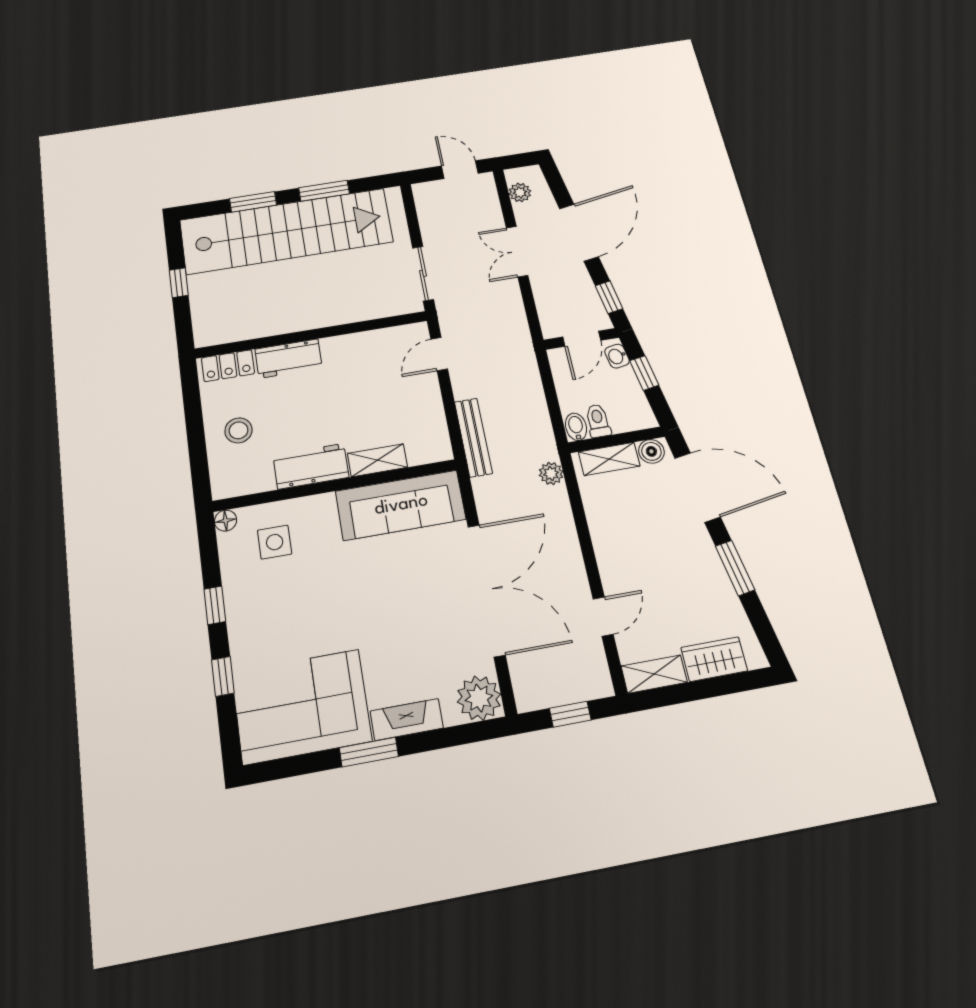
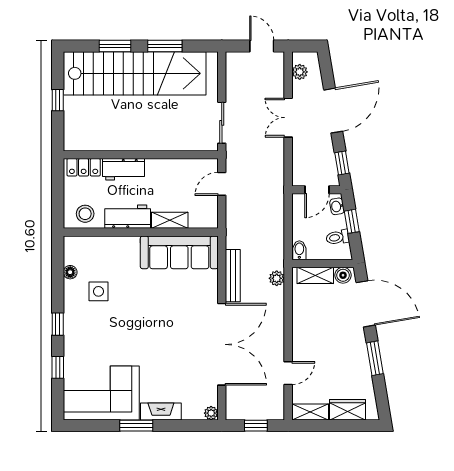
toilet: (598, 421) -> (338, 237), moved, turned -100
bench: (473, 437) -> (233, 276), moved
shelving: (377, 460) -> (170, 220), moved
workbench: (311, 466) -> (128, 217), moved
wall: (335, 485) -> (141, 232), moved
sofa: (401, 505) -> (179, 252), moved
plant: (479, 698) -> (211, 413), width x0.53, depth x0.53

